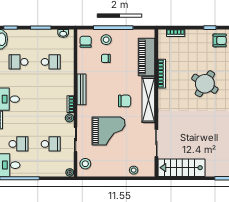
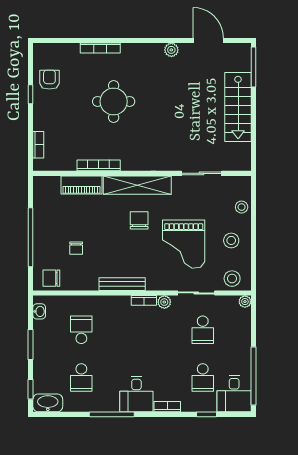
stool: (106, 40) -> (231, 240), moved
piano: (147, 57) -> (82, 185), width x0.73, depth x0.75
round table: (205, 84) -> (114, 101), turned -32
grand piano: (109, 131) -> (184, 244), turned 180
school desk: (18, 144) -> (203, 378), turned 180
school desk: (51, 144) -> (203, 330), turned 180
stairs: (181, 168) -> (238, 107), moved

